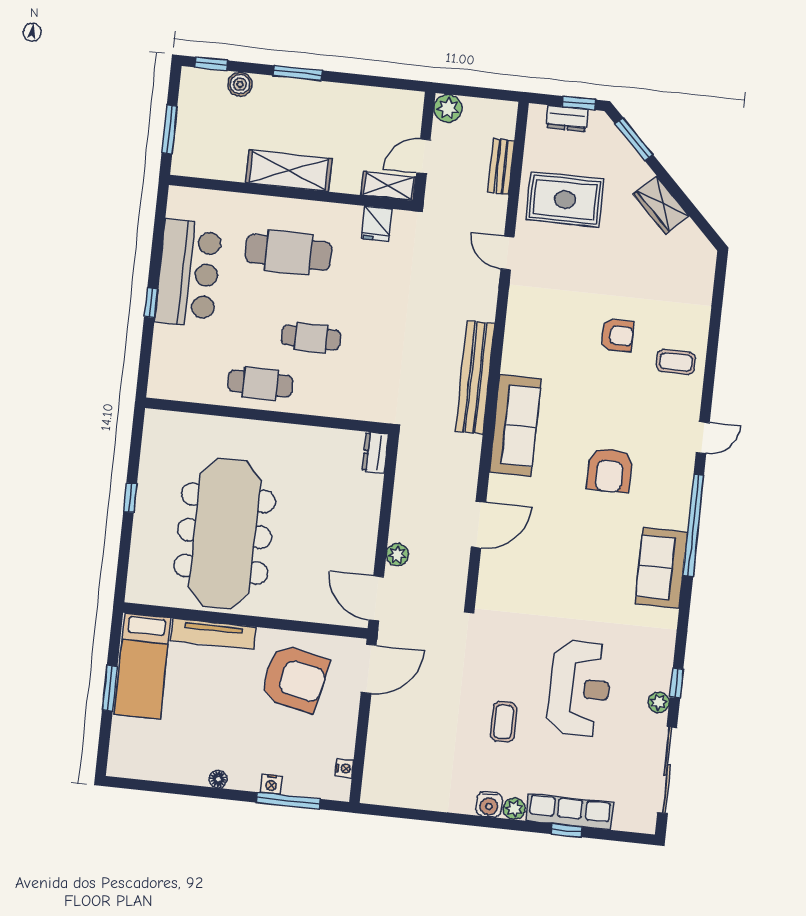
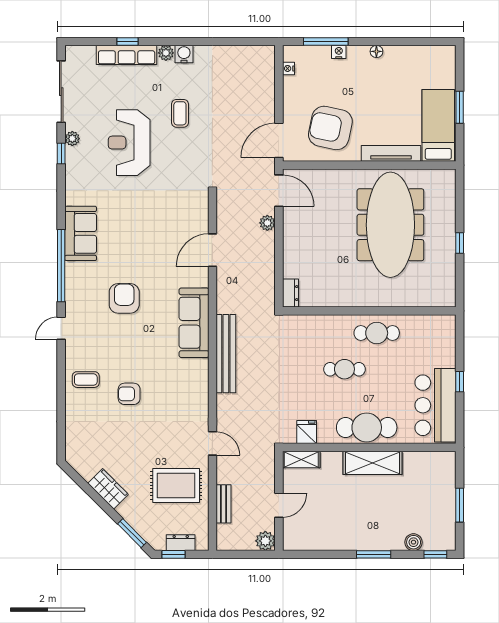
shelving: (289, 171) -> (373, 463), moved
shelving: (389, 186) -> (301, 459), moved
wall: (291, 193) -> (369, 447), moved
fridge: (377, 224) -> (307, 432), moved

